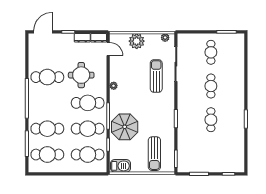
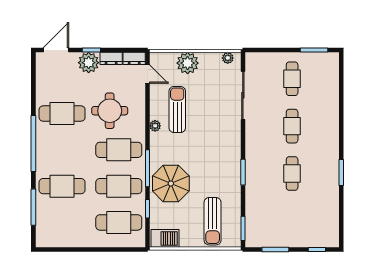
plant: (66, 41) -> (89, 63), added
sun lounger: (156, 76) -> (177, 109), moved
cafe table: (47, 155) -> (62, 222), removed

